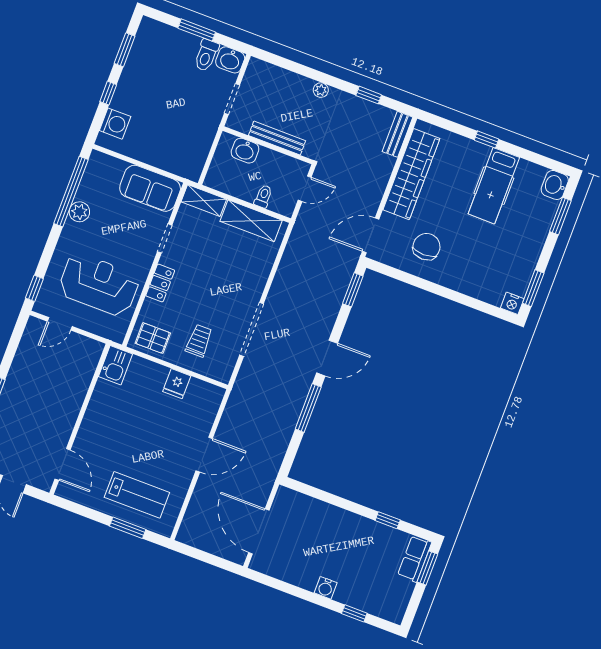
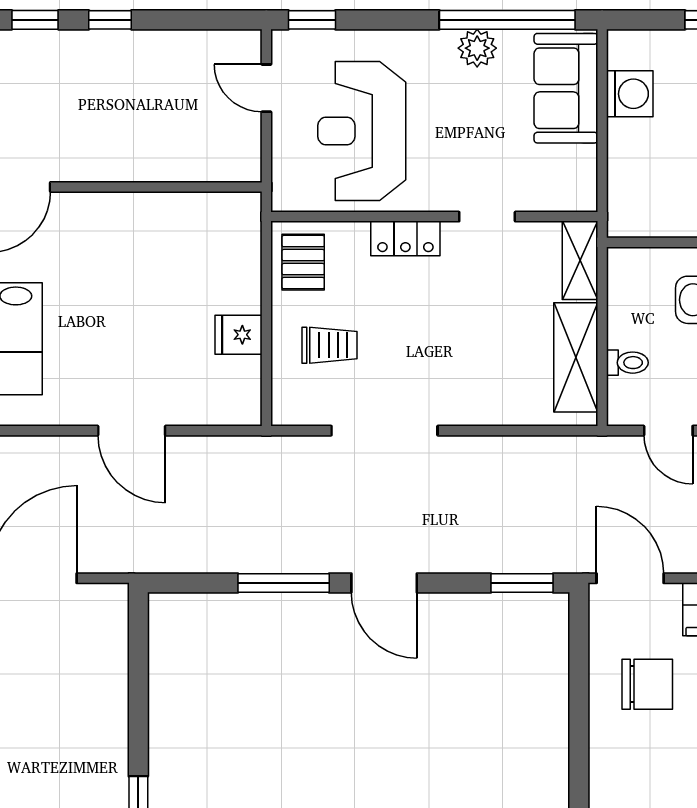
washing machine: (115, 124) -> (630, 94), moved, turned -90
sofa: (150, 188) -> (566, 88), moved
reception desk: (99, 285) -> (362, 131), turned 180
kitchen sink: (116, 365) -> (230, 214), removed

